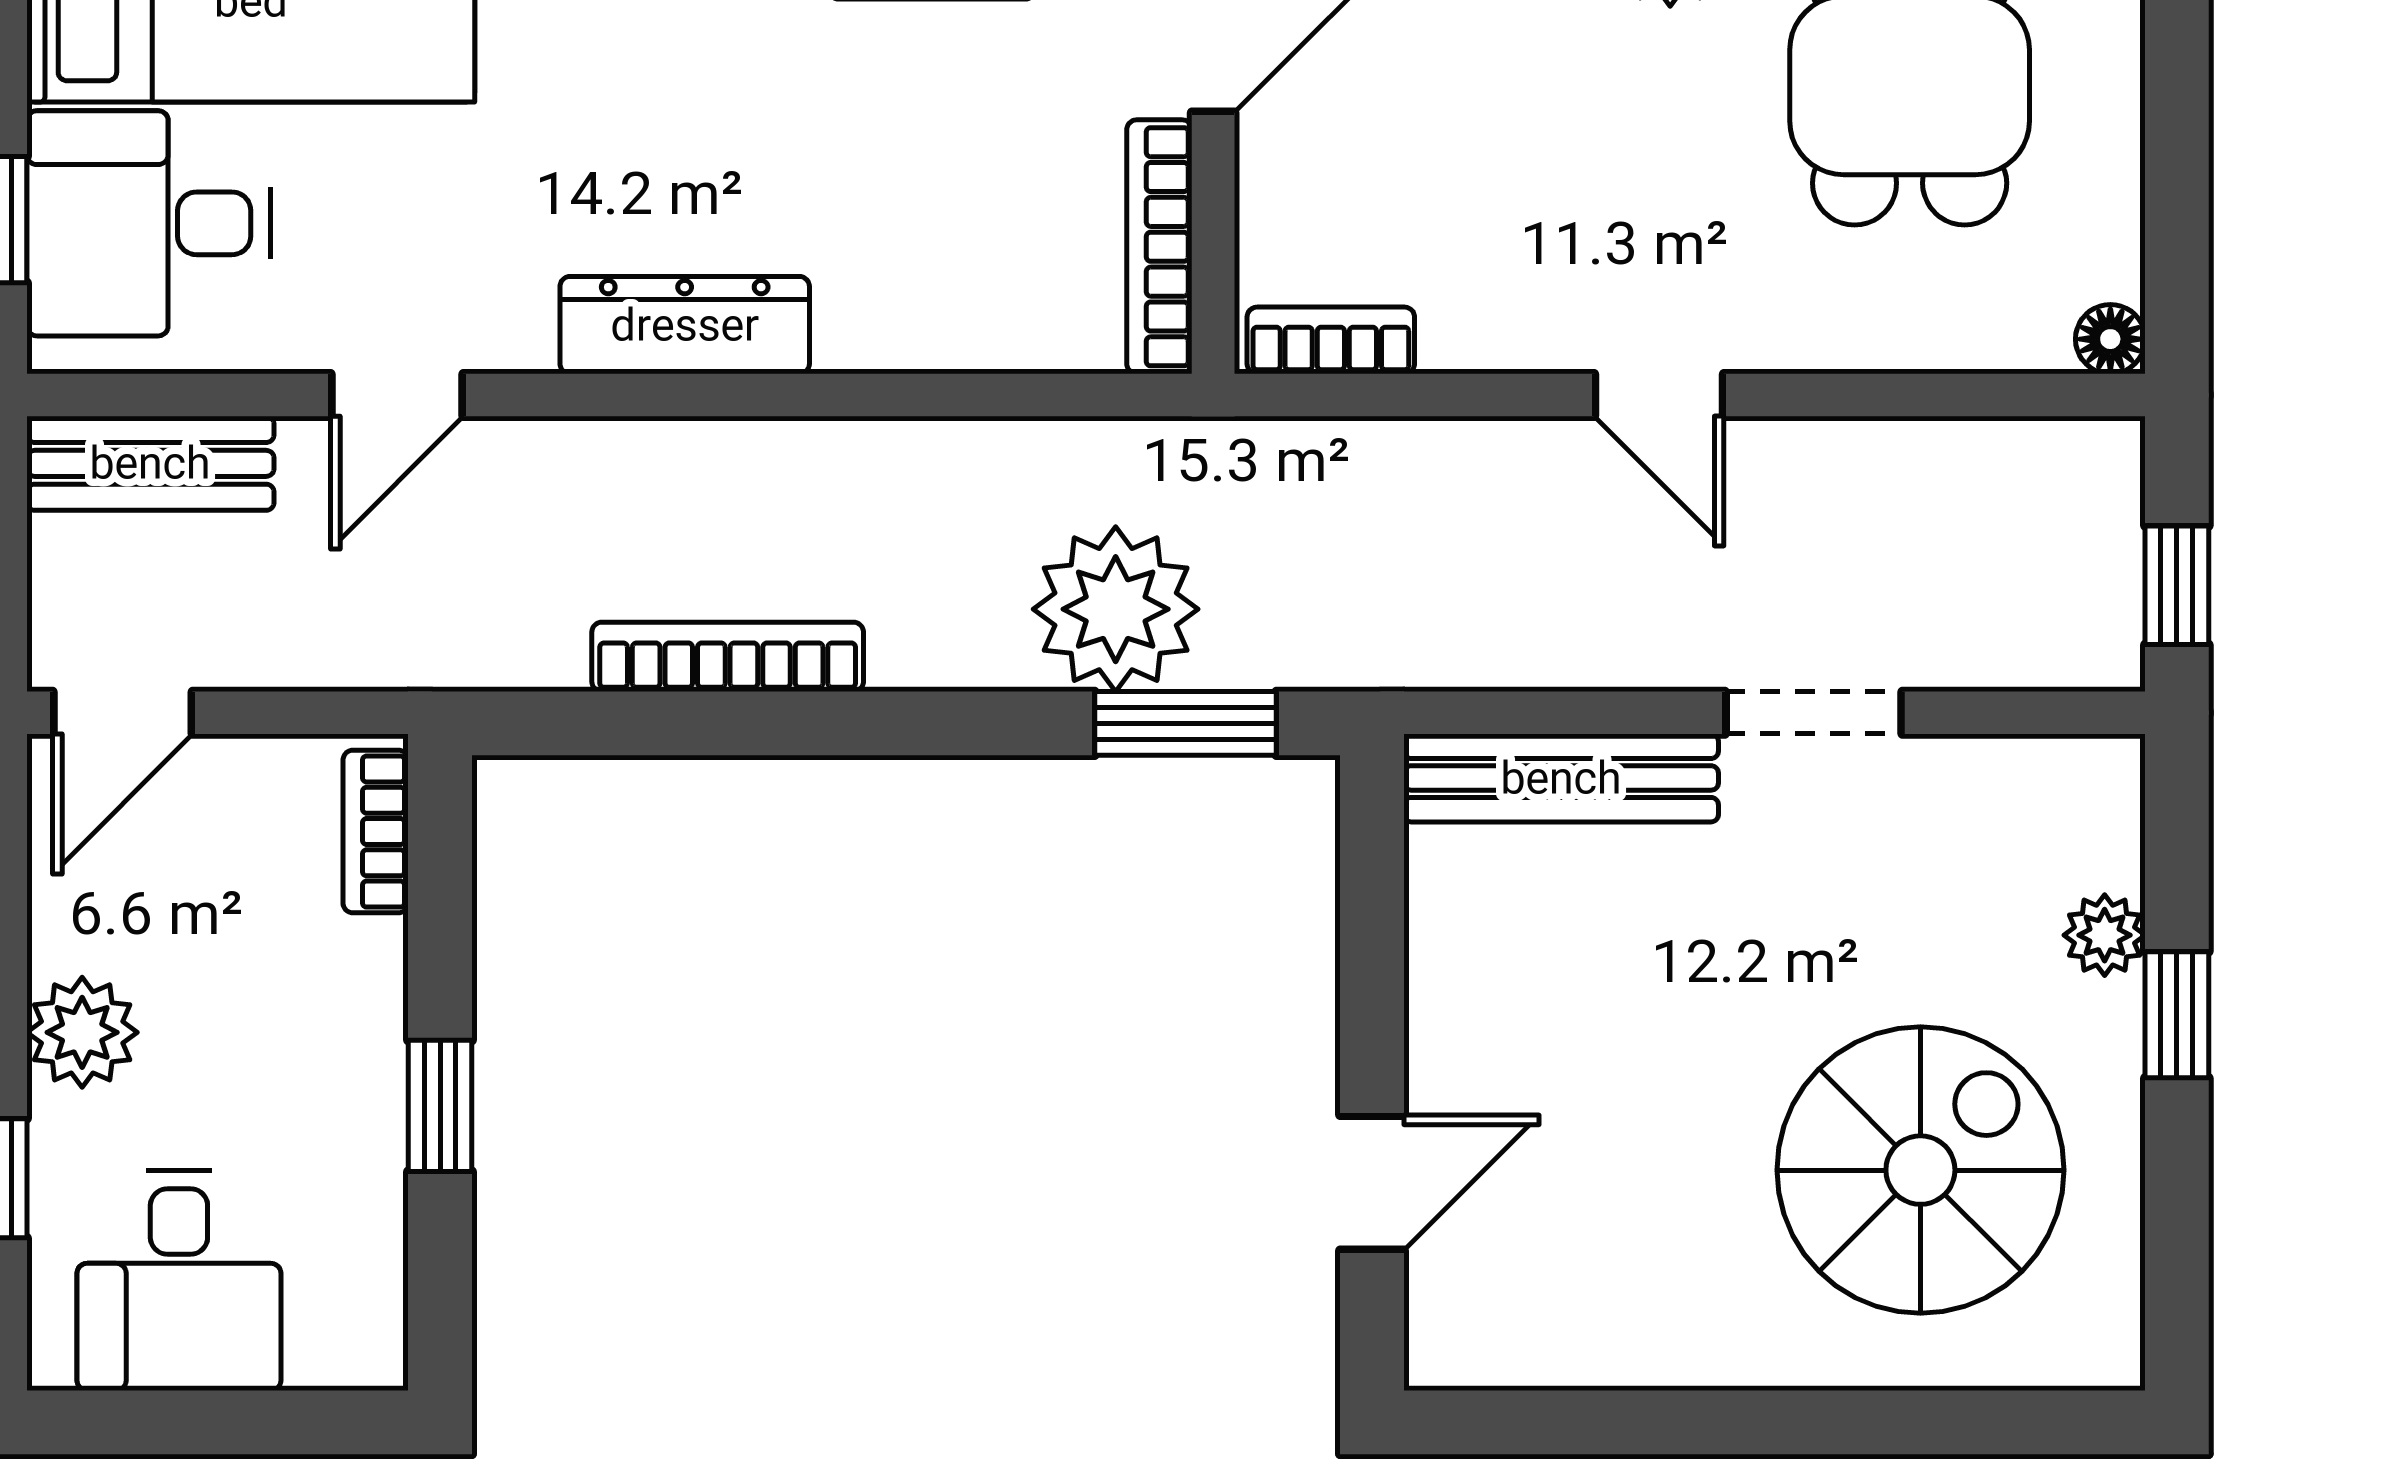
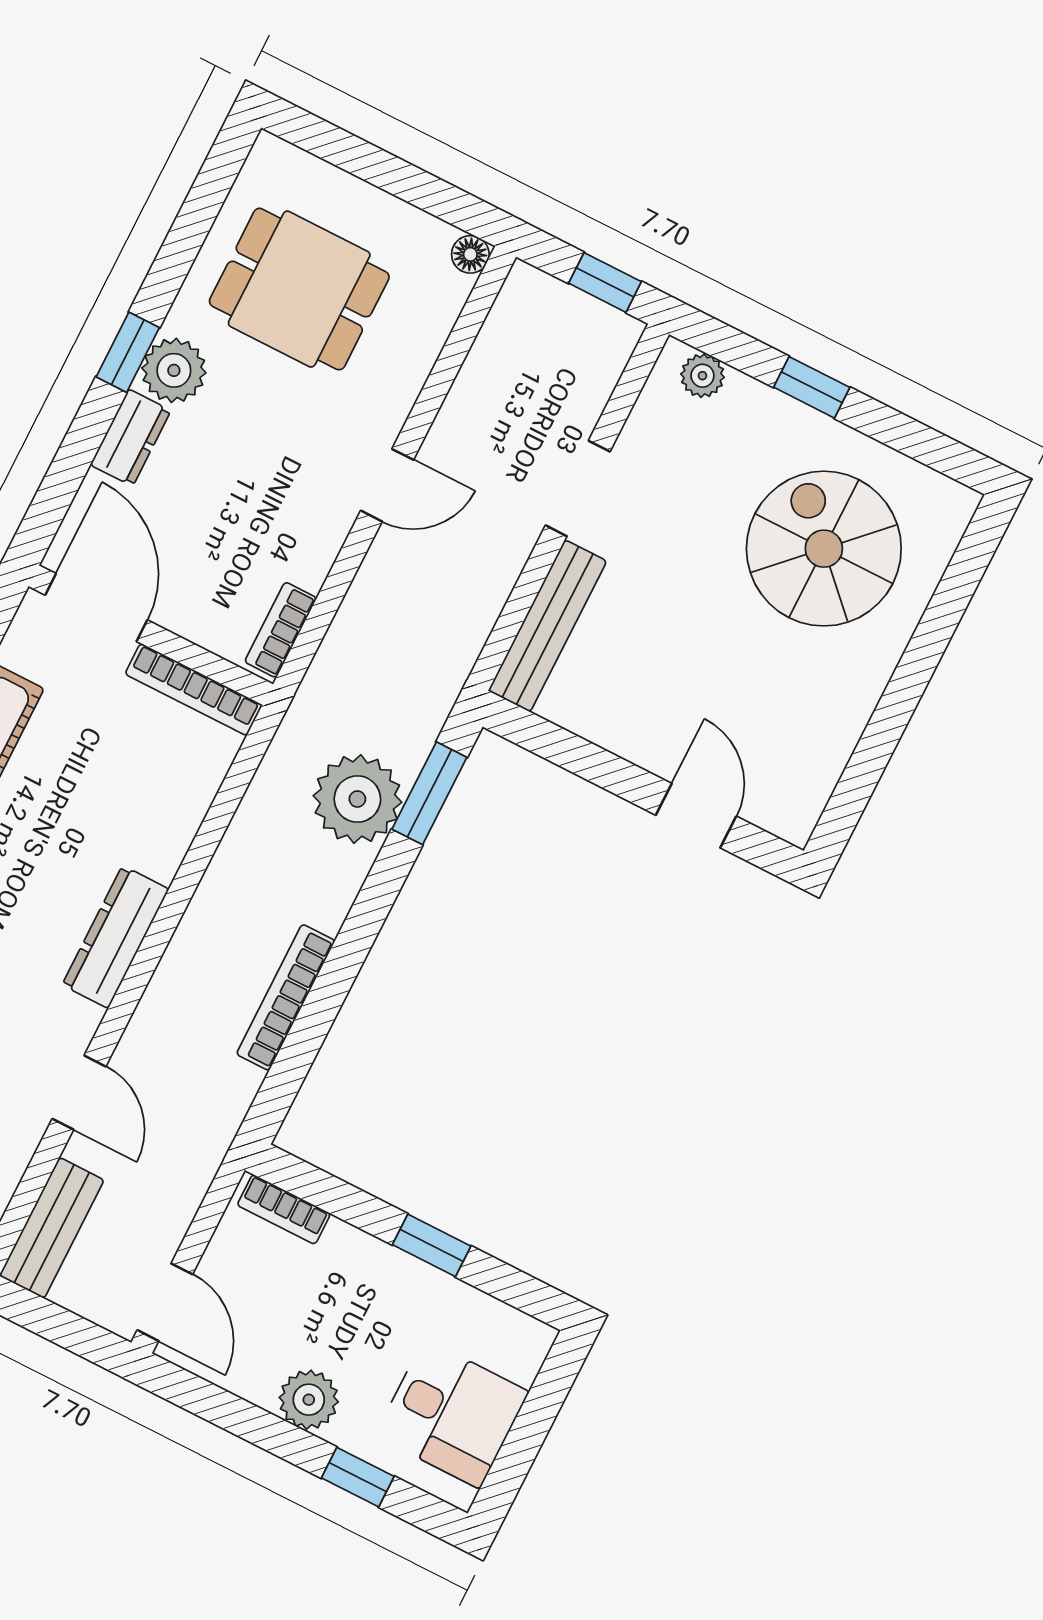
plant: (2105, 935) -> (702, 376), moved

